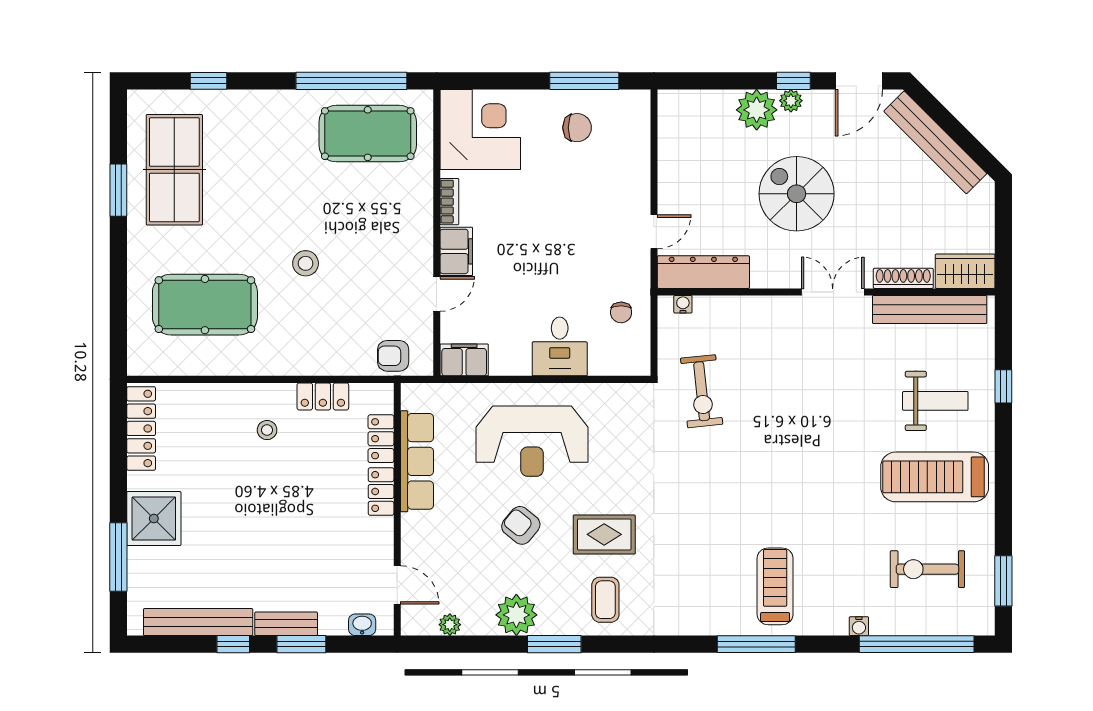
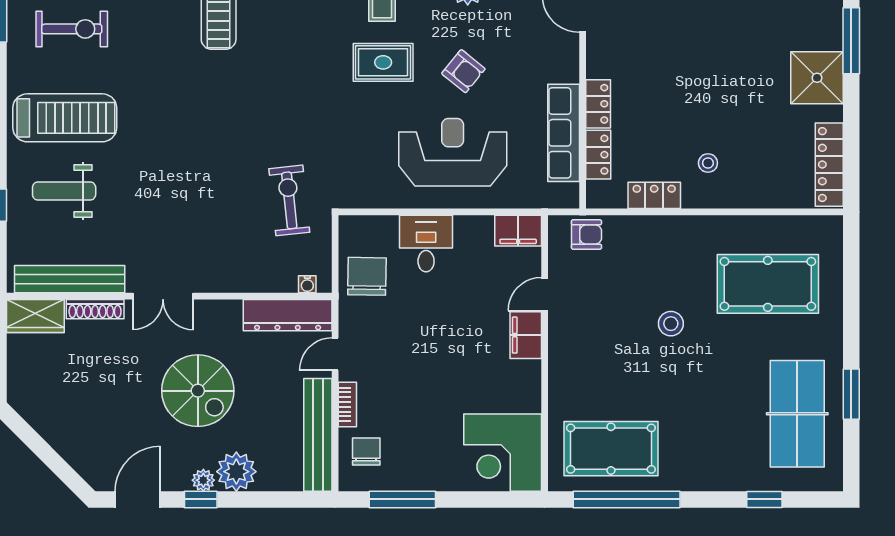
chair: (577, 128) -> (366, 451), moved, turned 90
bench: (935, 142) -> (318, 435), moved, turned 45
bookcase: (449, 202) -> (347, 404), moved, turned 180
chair: (621, 312) -> (367, 276), width x1.87, depth x1.87

